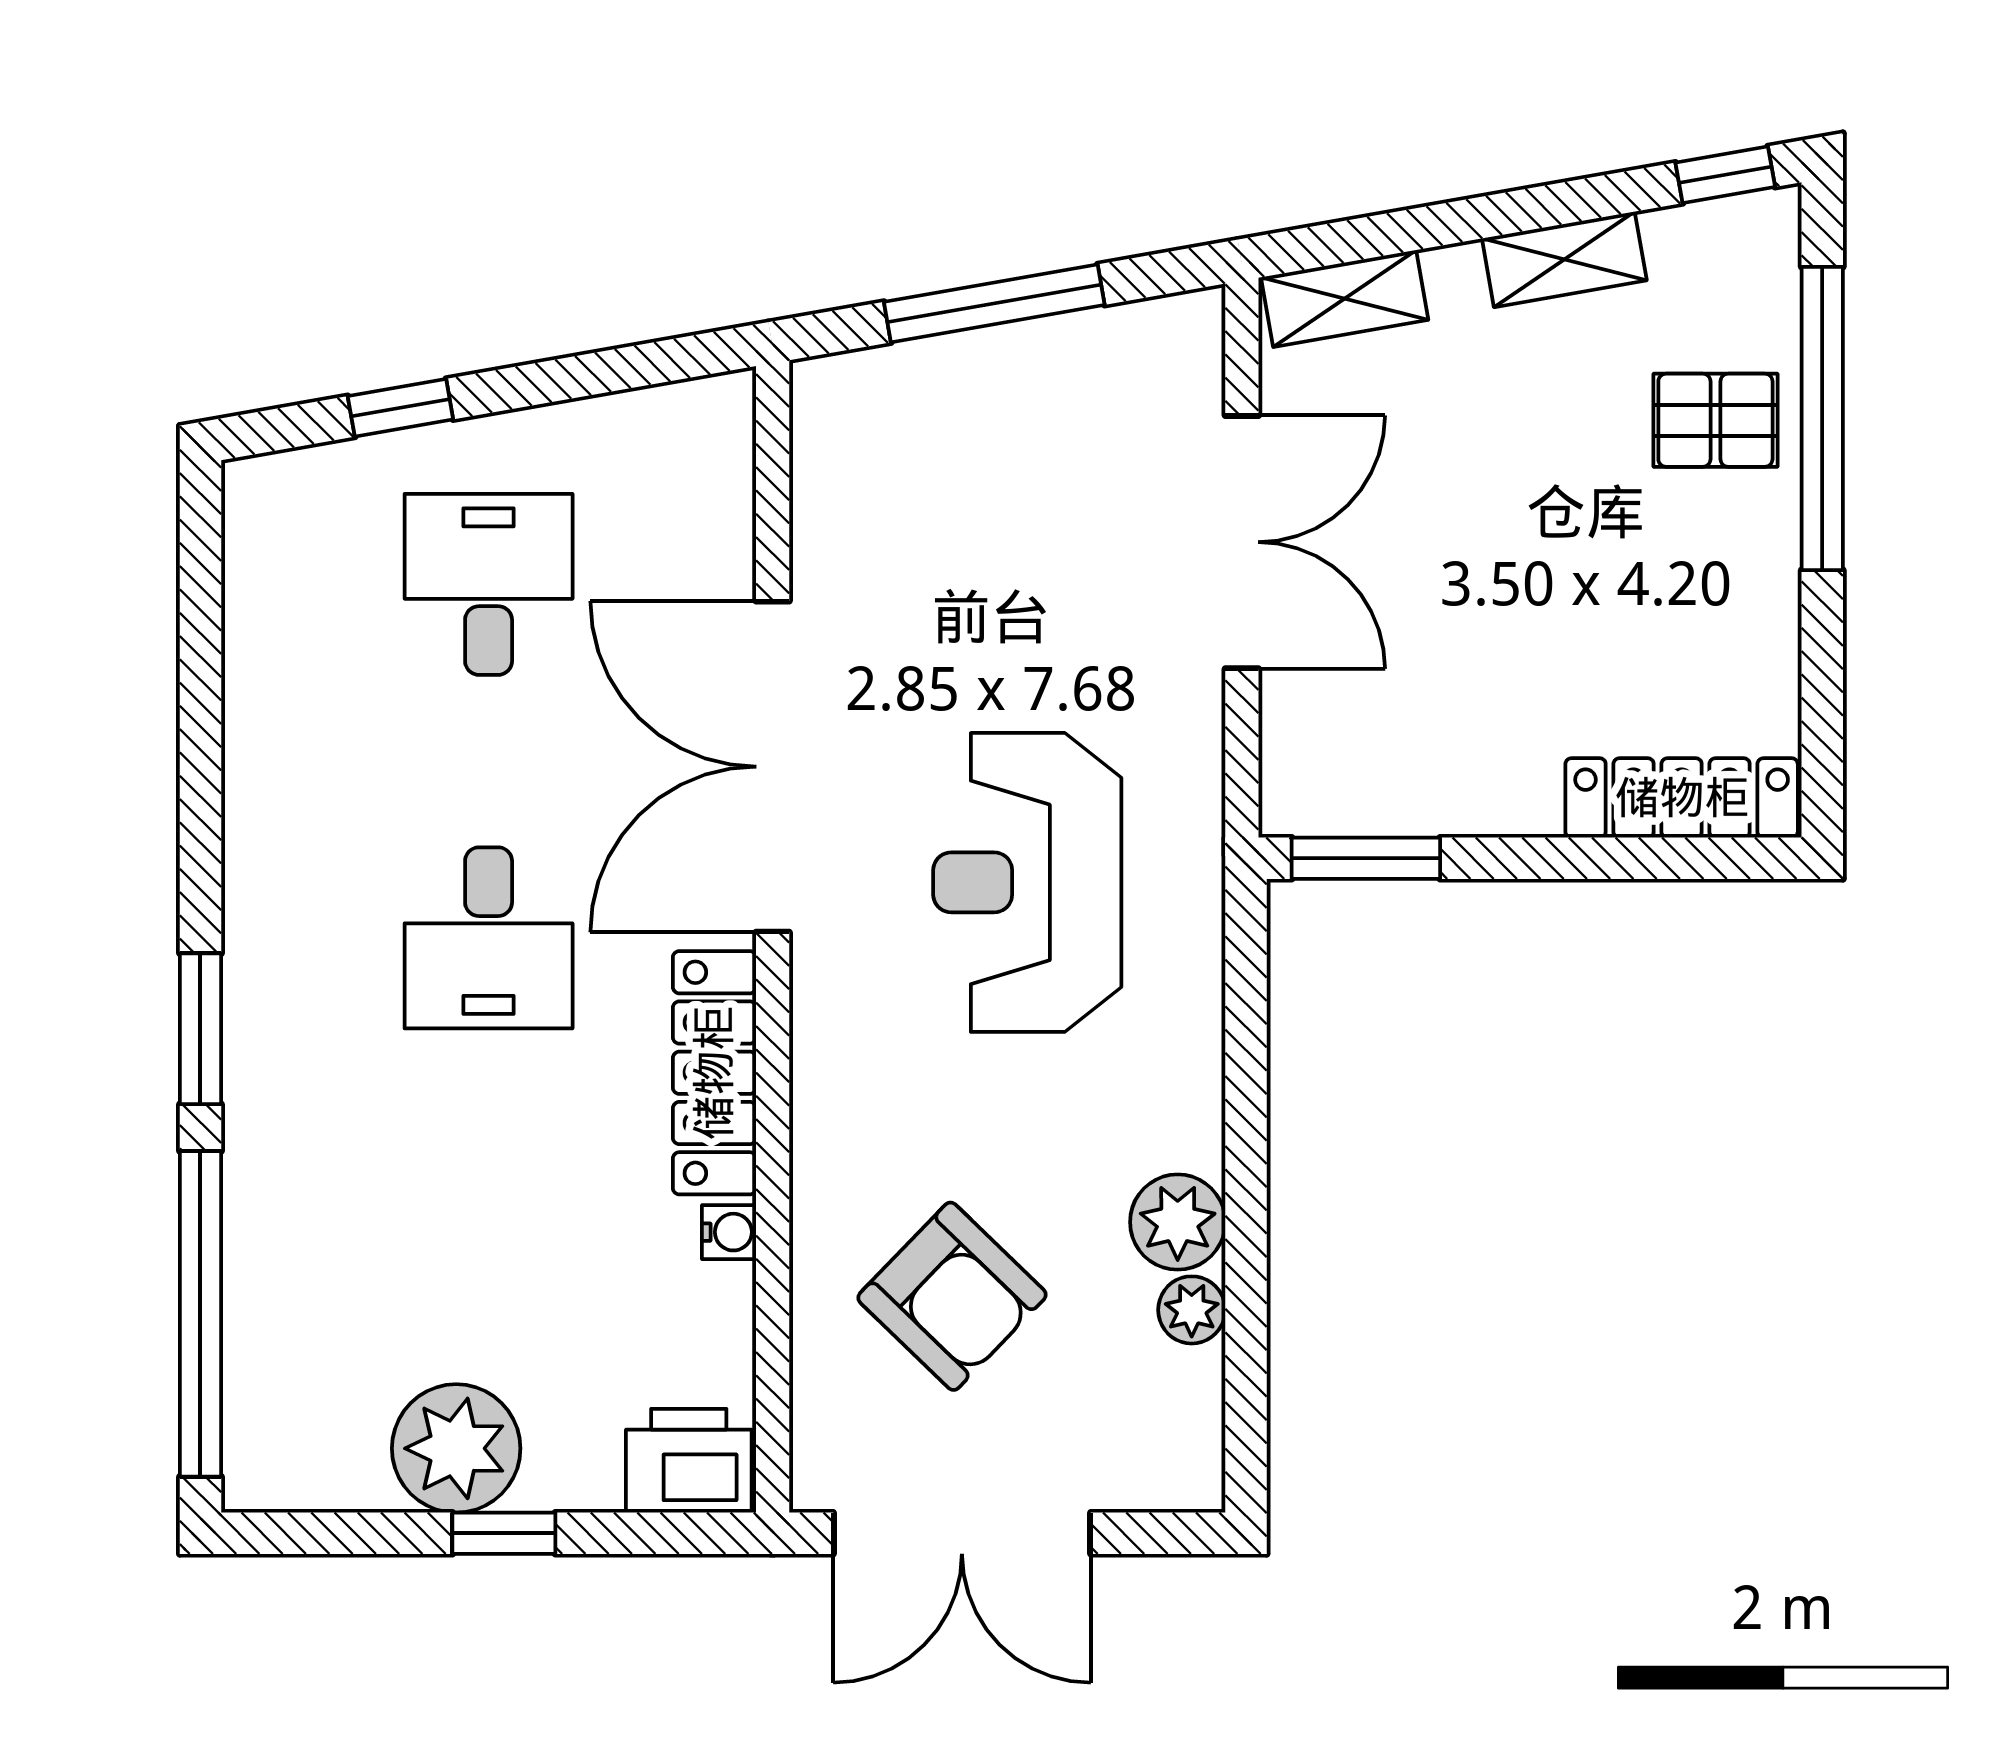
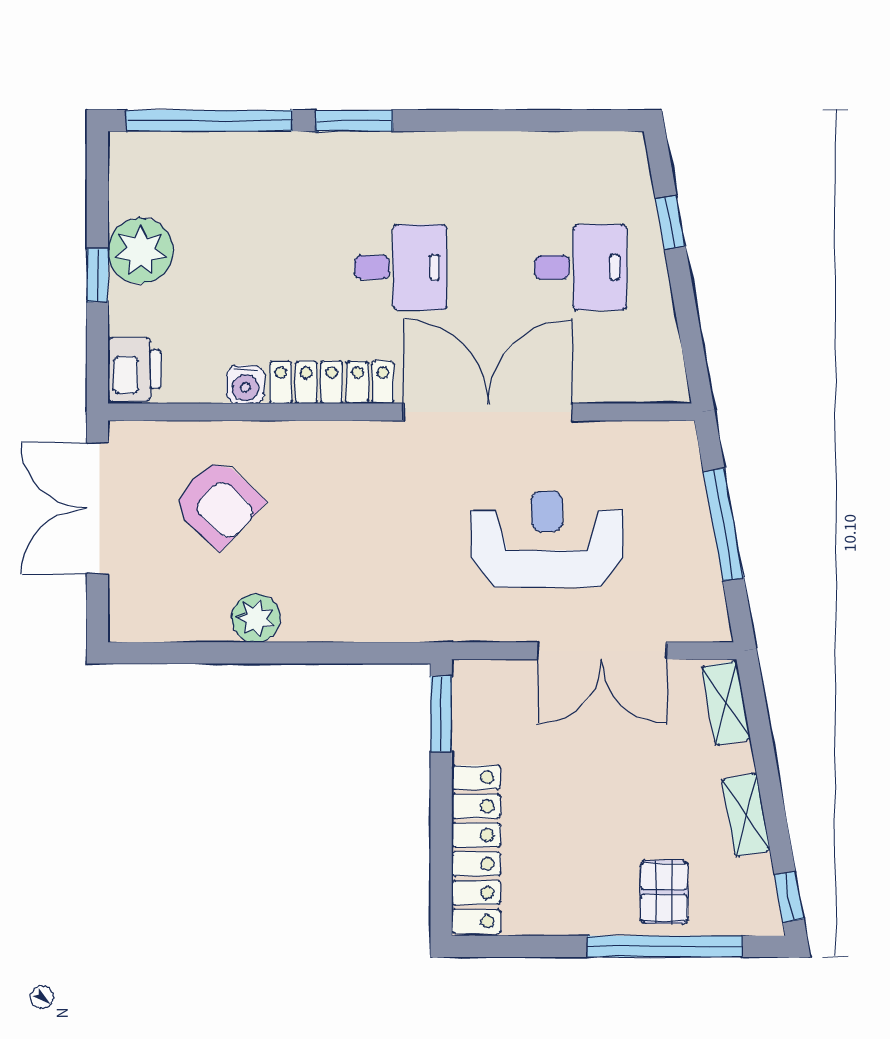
locker: (1682, 798) -> (476, 849), width x1.41, depth x1.21
reception desk: (1027, 882) -> (547, 539), moved
desk: (489, 938) -> (401, 267), turned 180
water cooler: (729, 1232) -> (246, 384), width x1.38, depth x1.38
armchair: (952, 1296) -> (218, 503), turned -91
plant: (1192, 1310) -> (211, 625), removed

